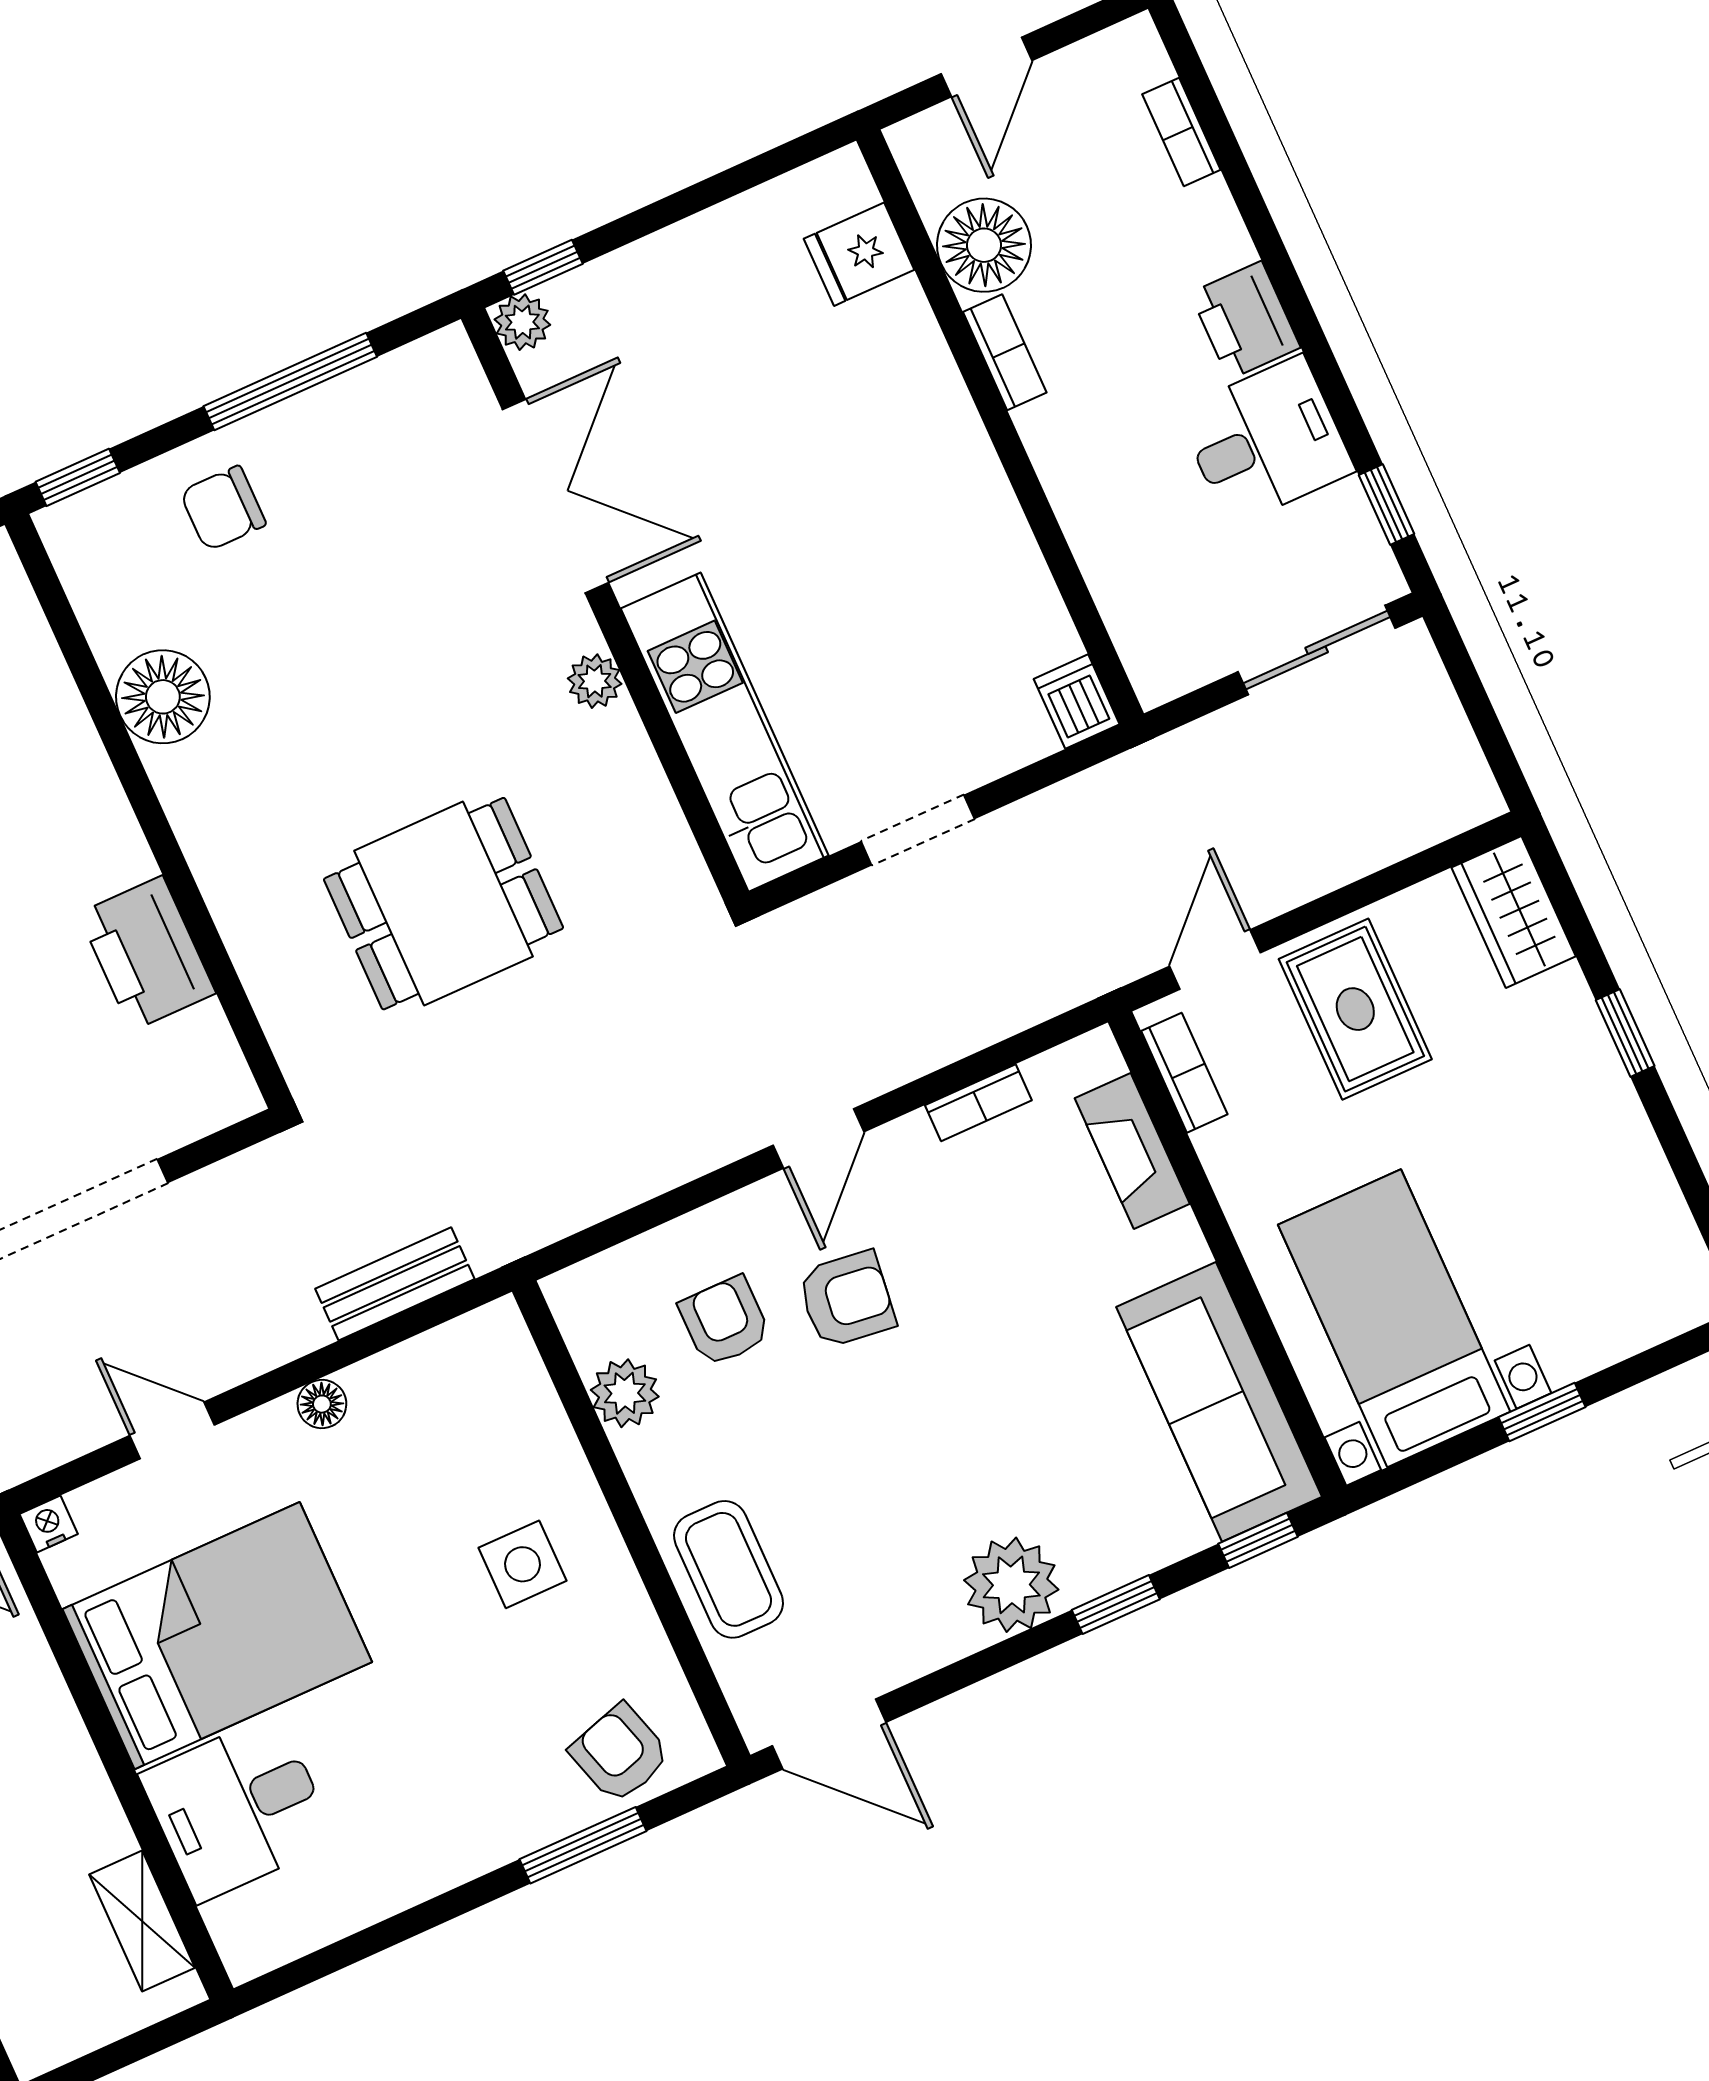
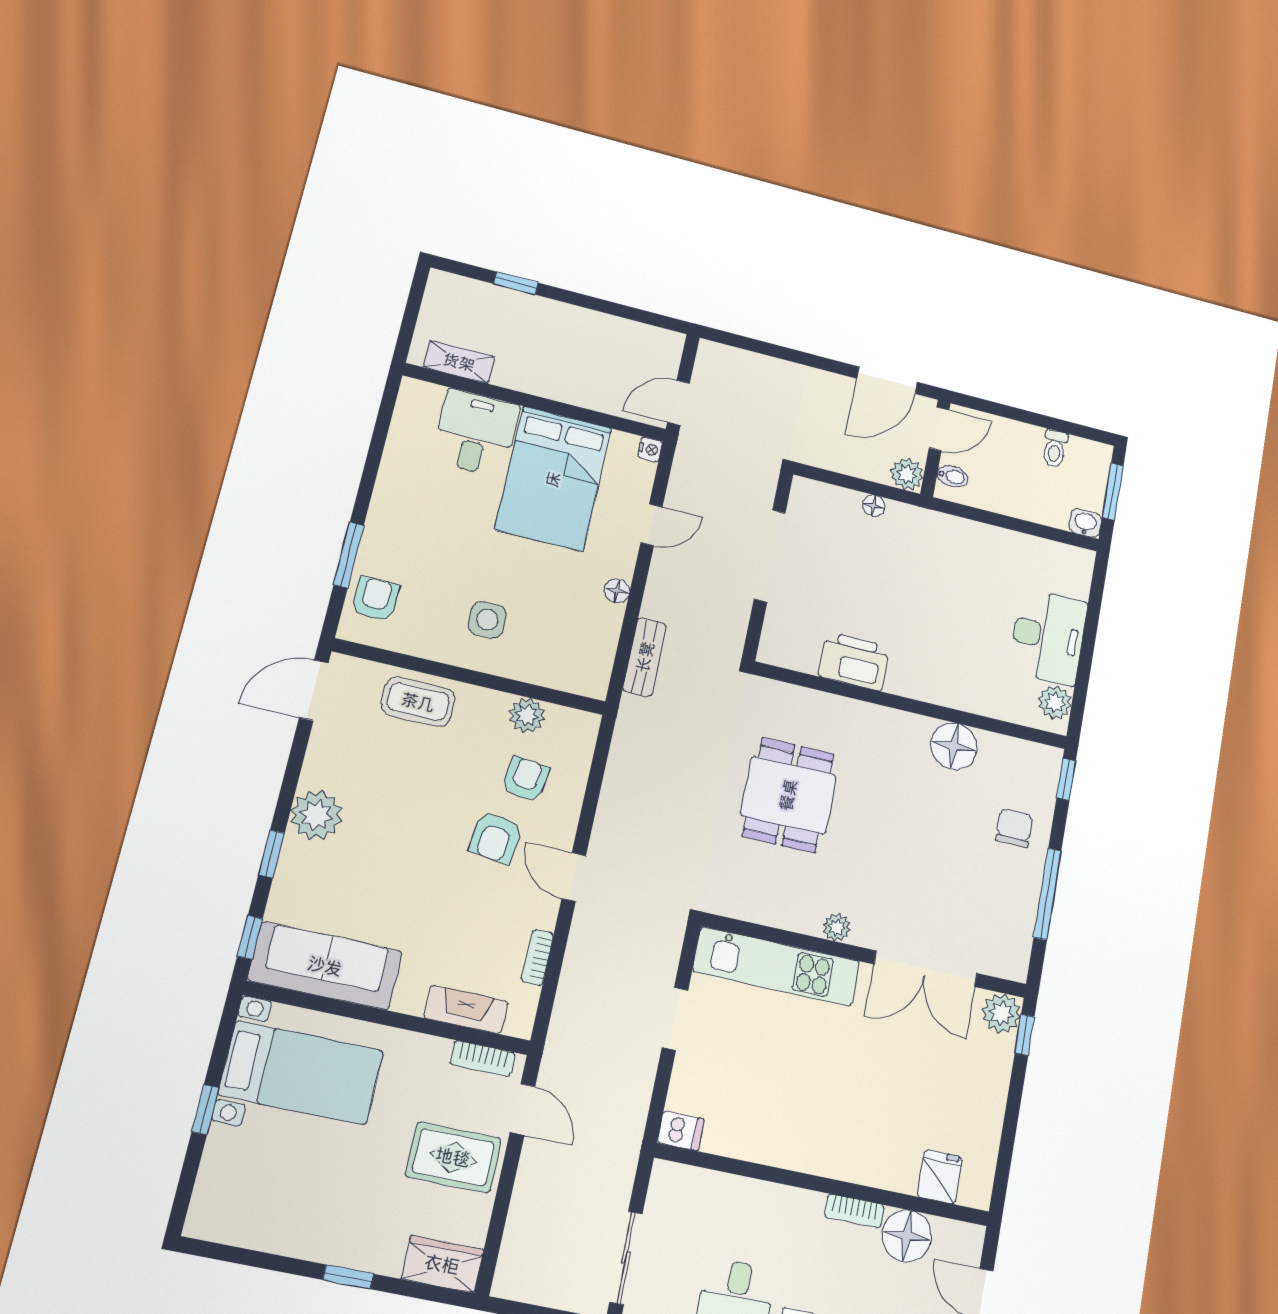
plant: (522, 322) -> (1002, 1013), width x1.38, depth x1.38
armchair: (725, 1321) -> (526, 779), turned -83
armchair: (620, 1753) -> (376, 599), turned -73

